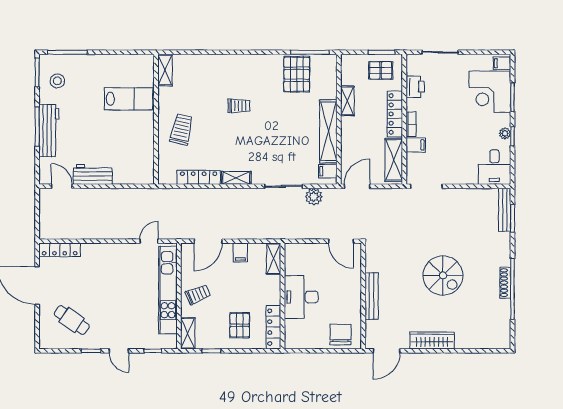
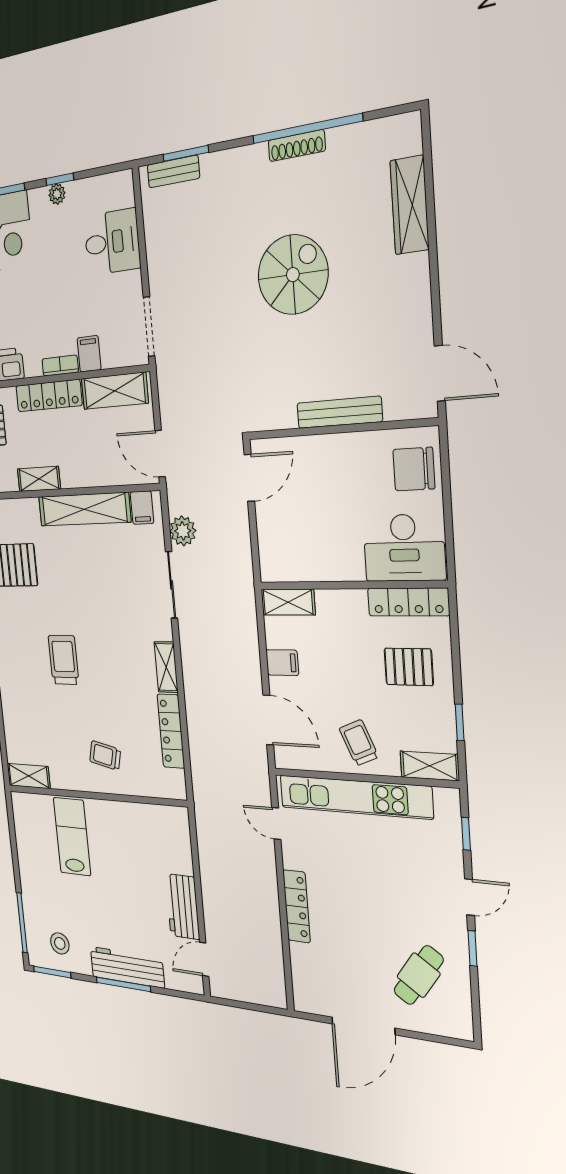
trolley: (239, 106) -> (64, 660), width x1.36, depth x1.39
trolley: (181, 129) -> (105, 756), width x0.73, depth x0.72
desk: (495, 167) -> (112, 242), moved
bench: (505, 210) -> (173, 172), width x0.73
locker: (60, 250) -> (296, 906), moved
desk: (301, 297) -> (404, 548), moved
wardrobe: (432, 340) -> (410, 205), moved

